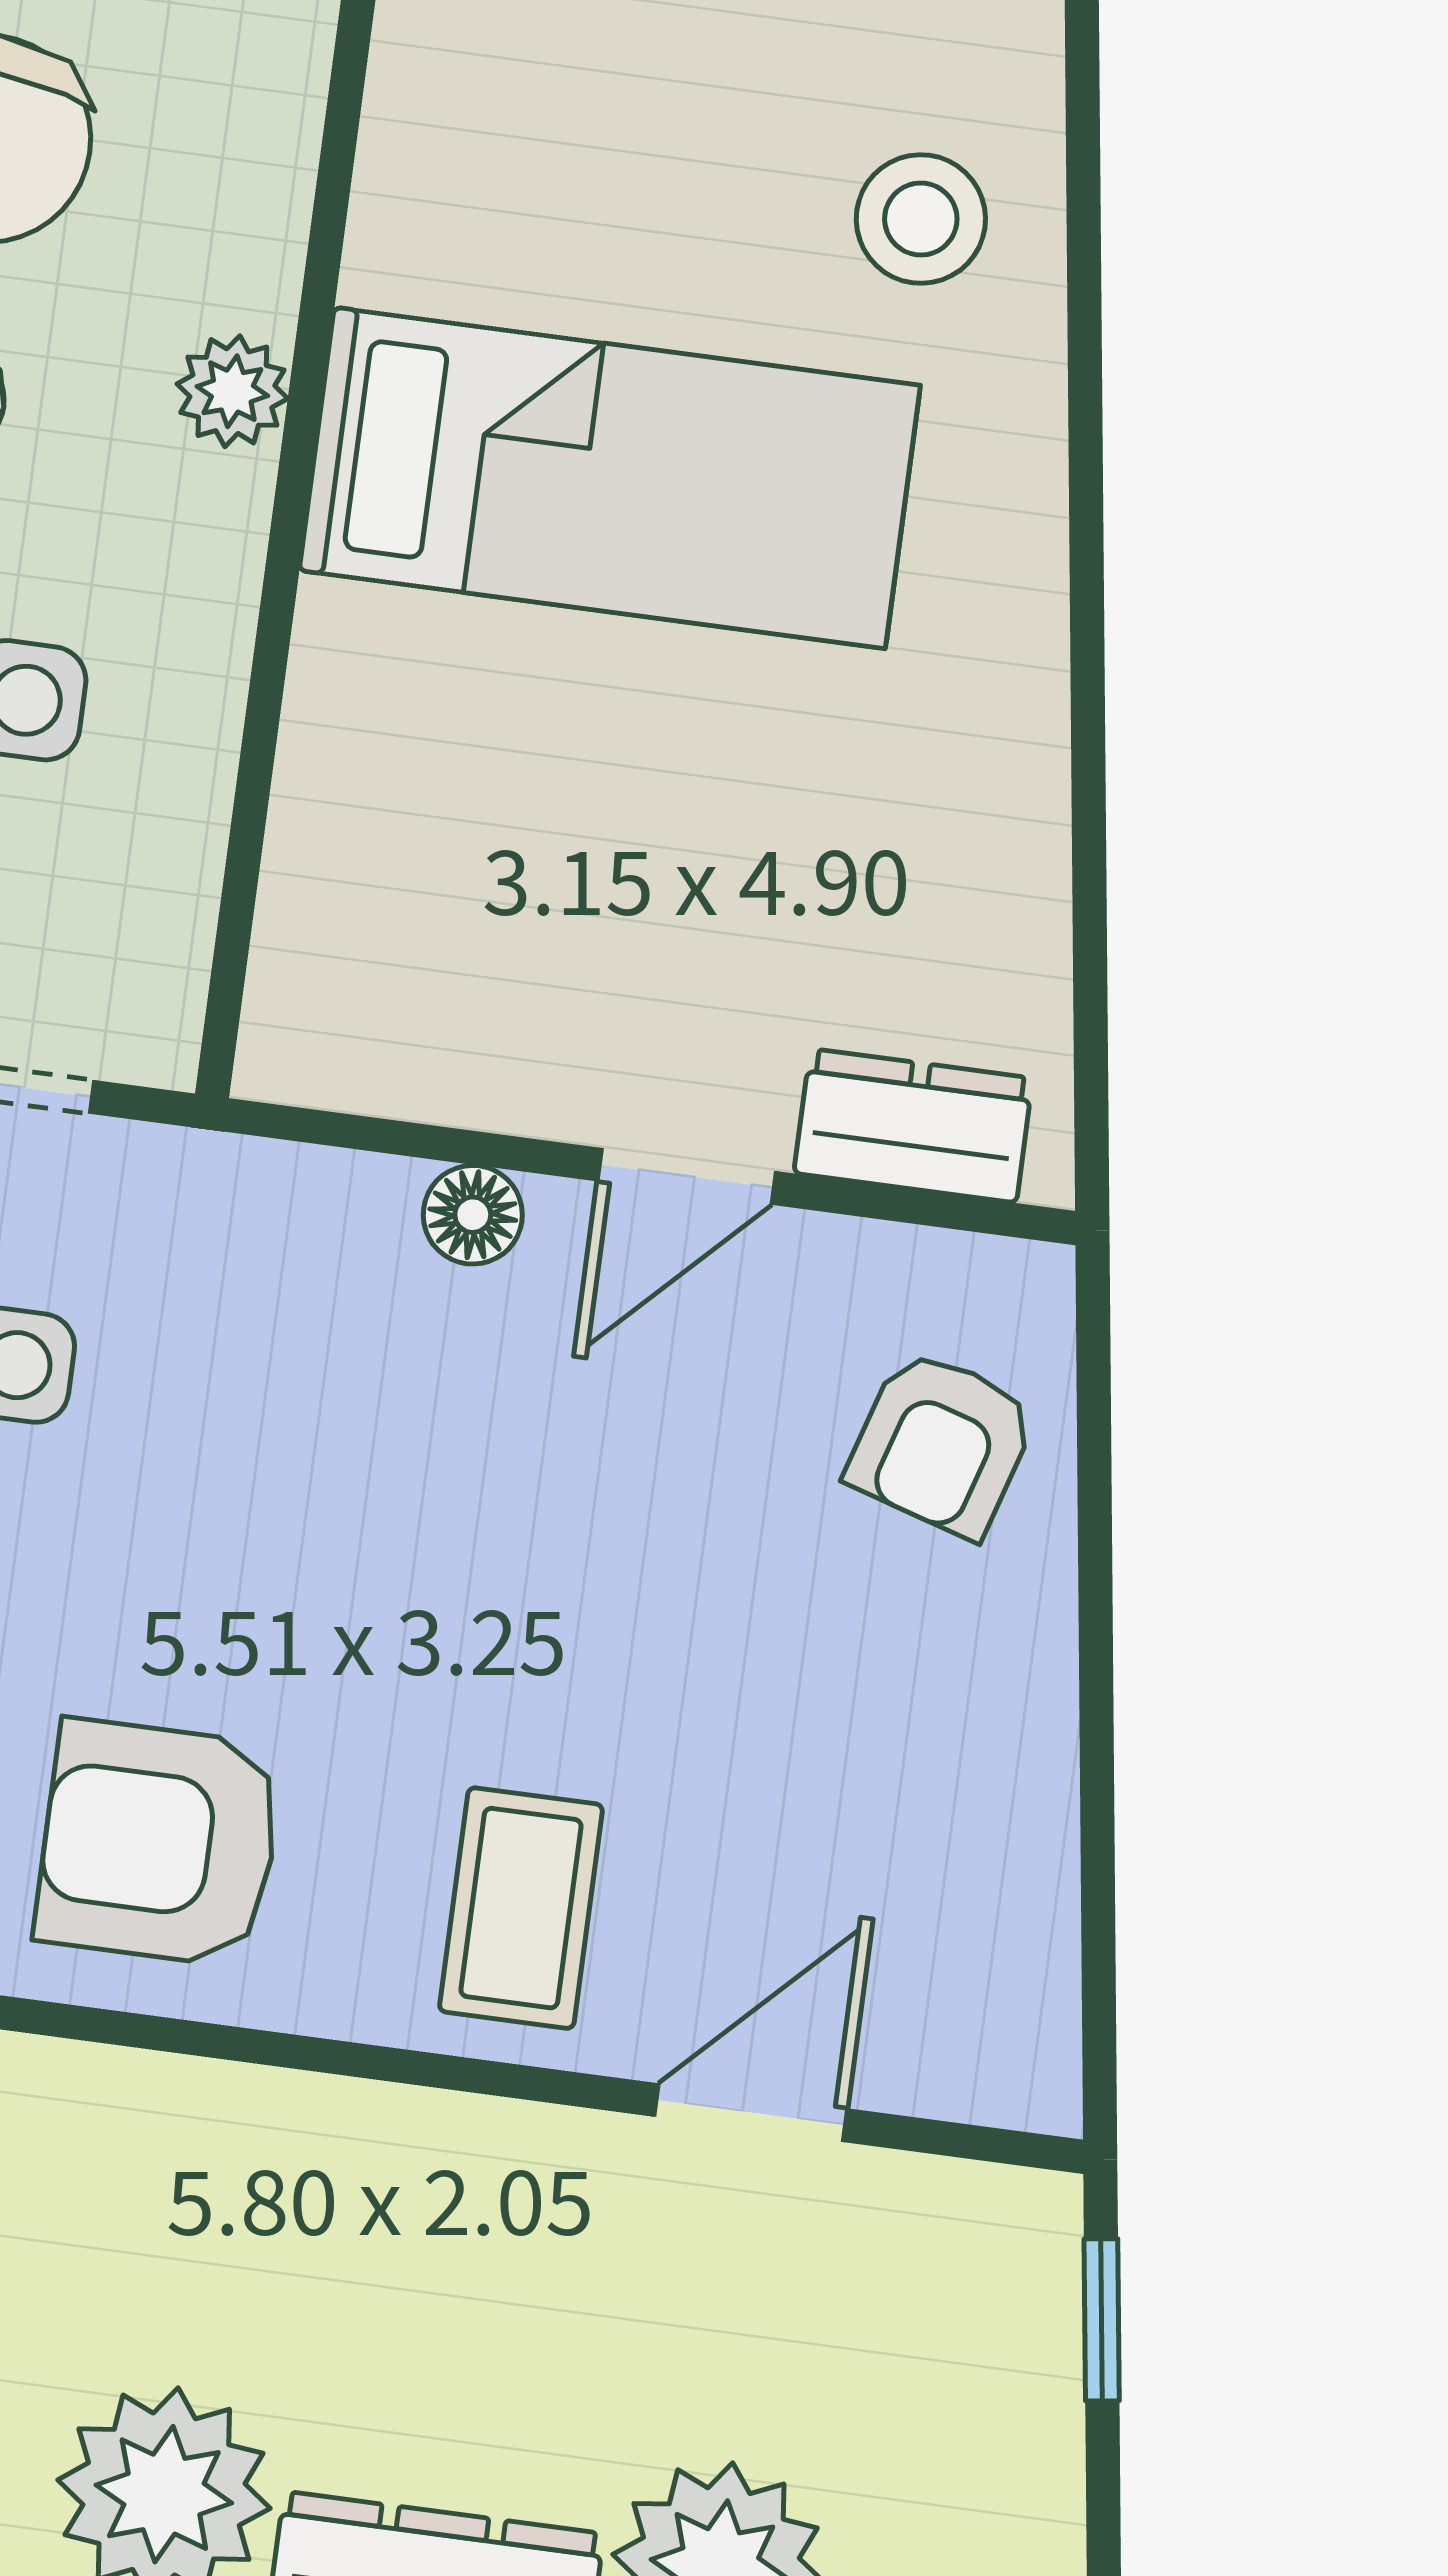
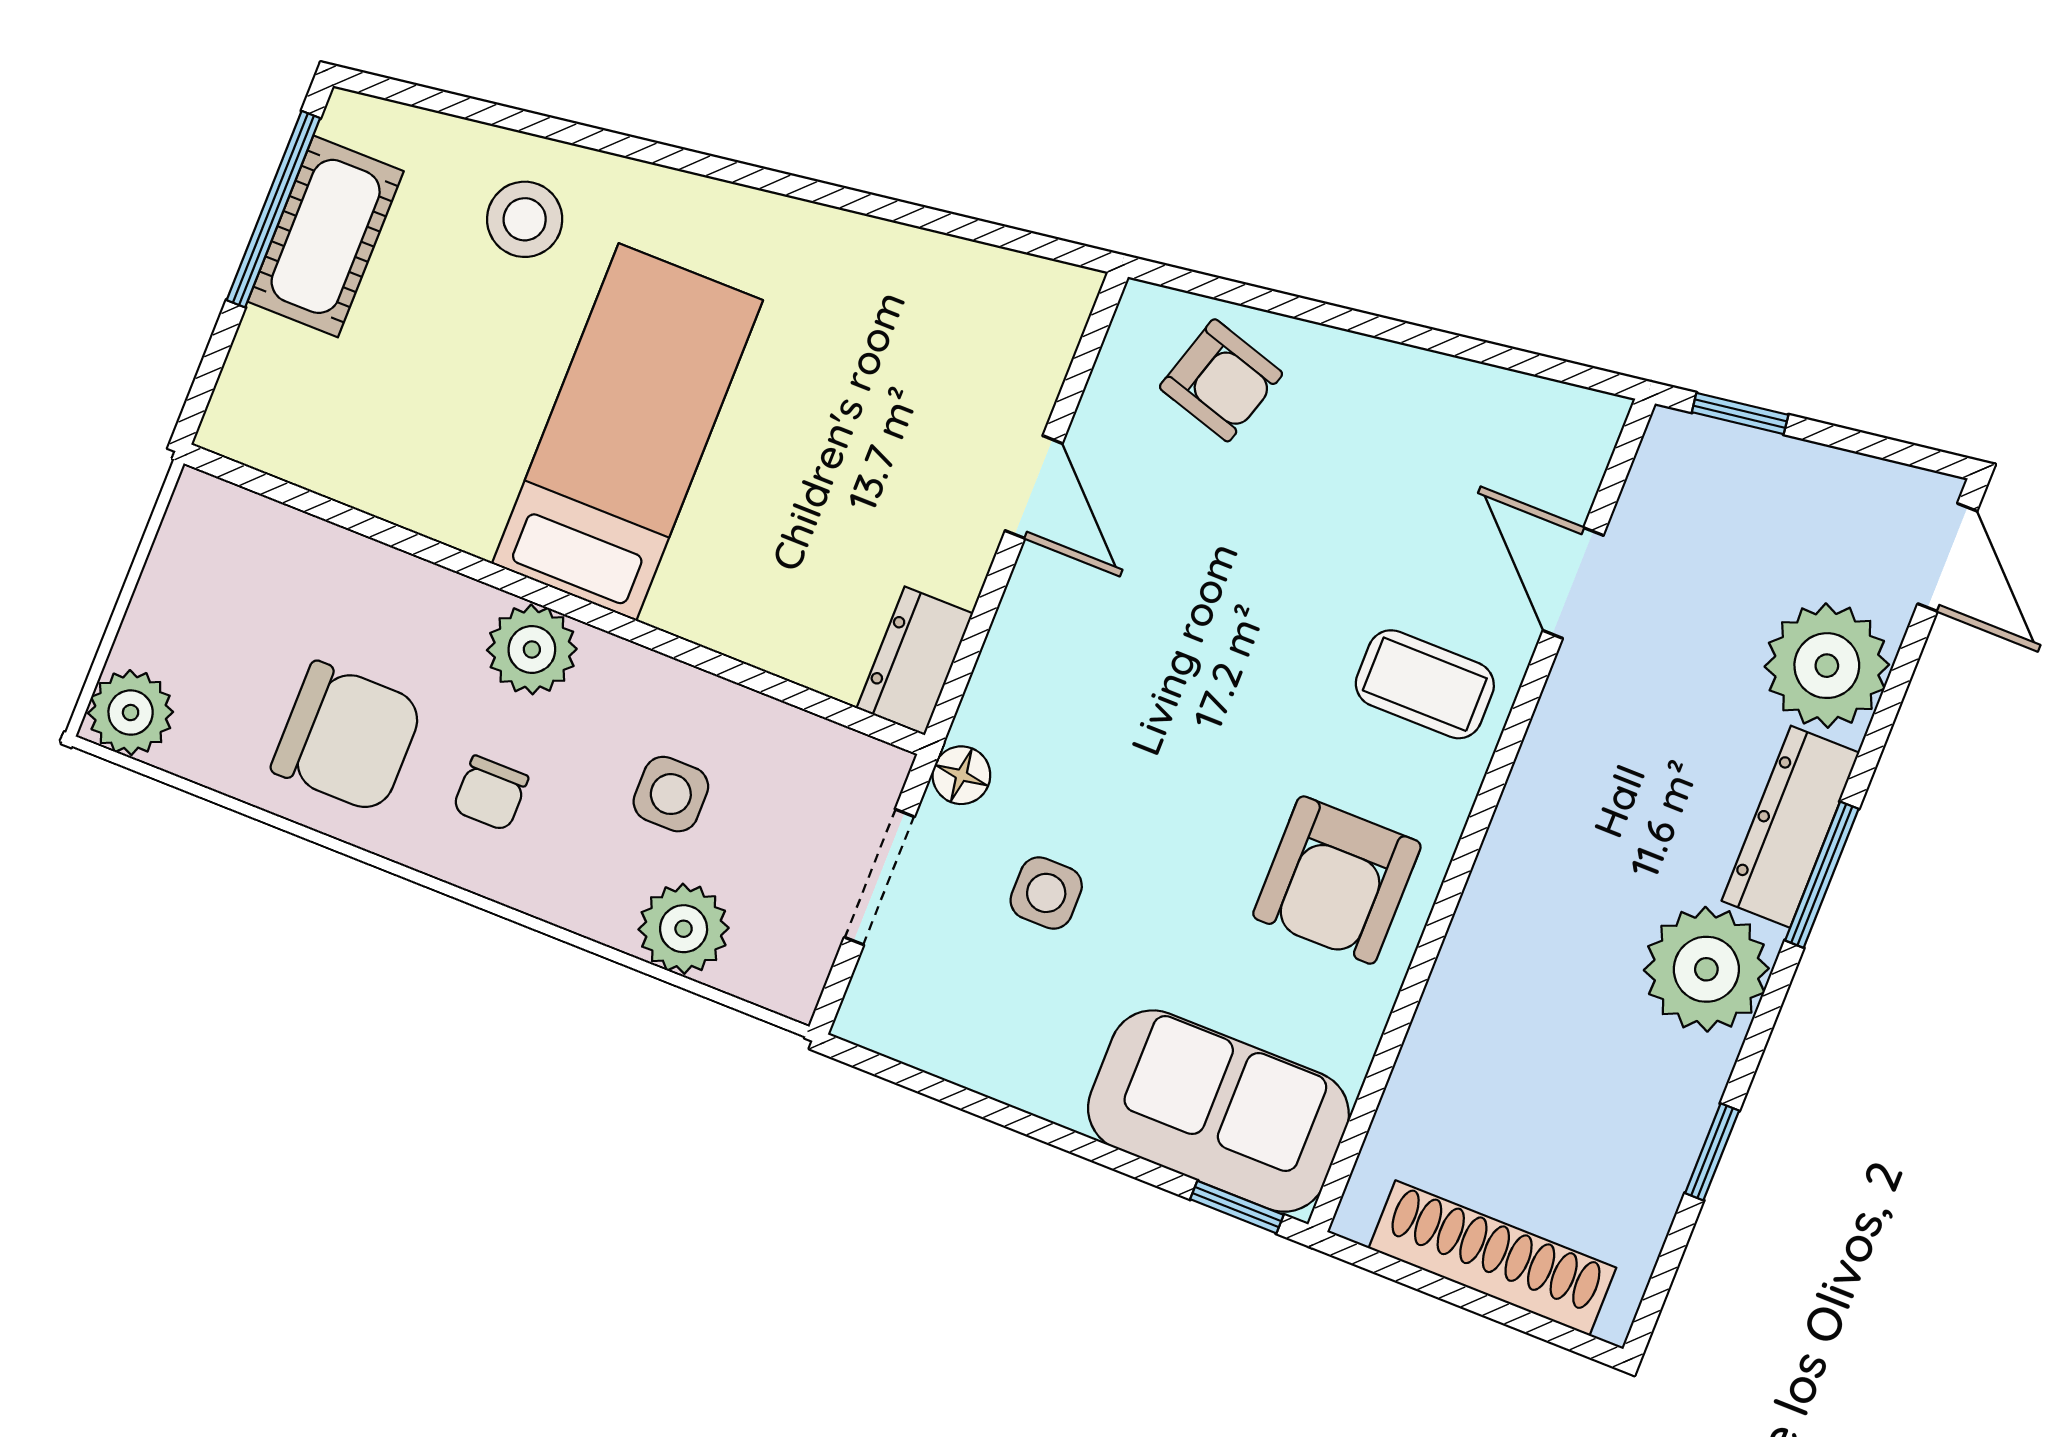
plant: (232, 391) -> (532, 649), width x1.38, depth x1.38
dresser: (913, 1126) -> (915, 661), moved
floor lamp: (473, 1215) -> (961, 775), moved

